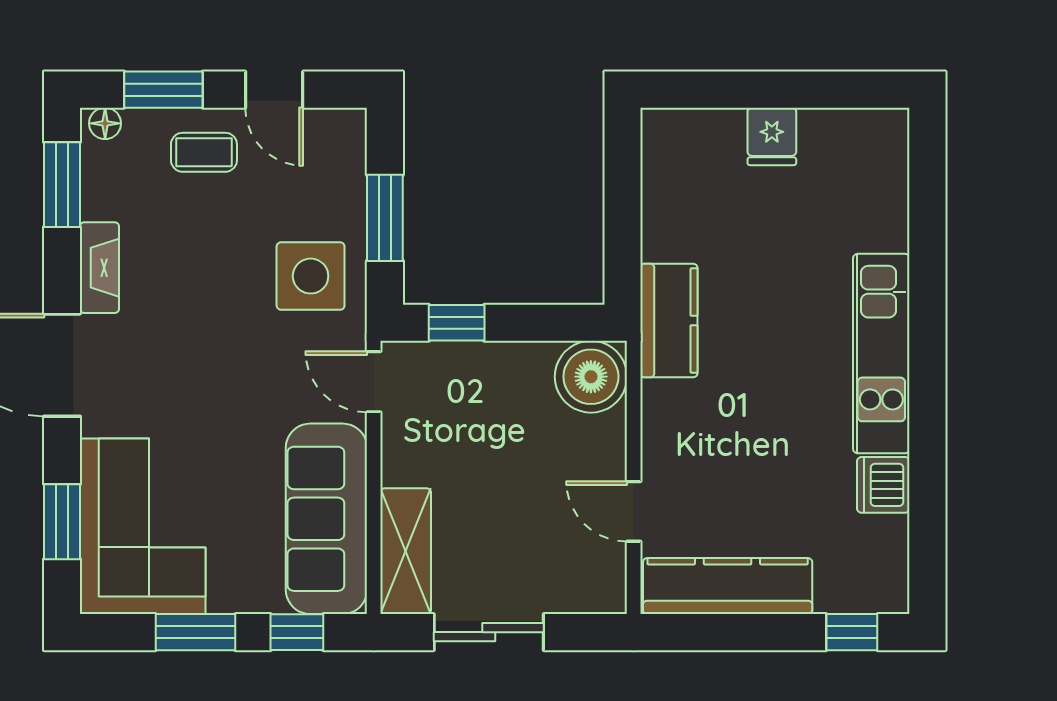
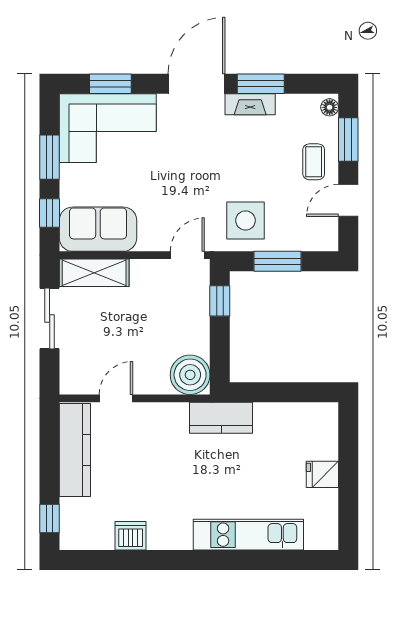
window: (62, 185) -> (261, 84), moved
kitchen unit: (881, 354) -> (248, 535), moved
sofa: (326, 519) -> (98, 229), width x0.73

